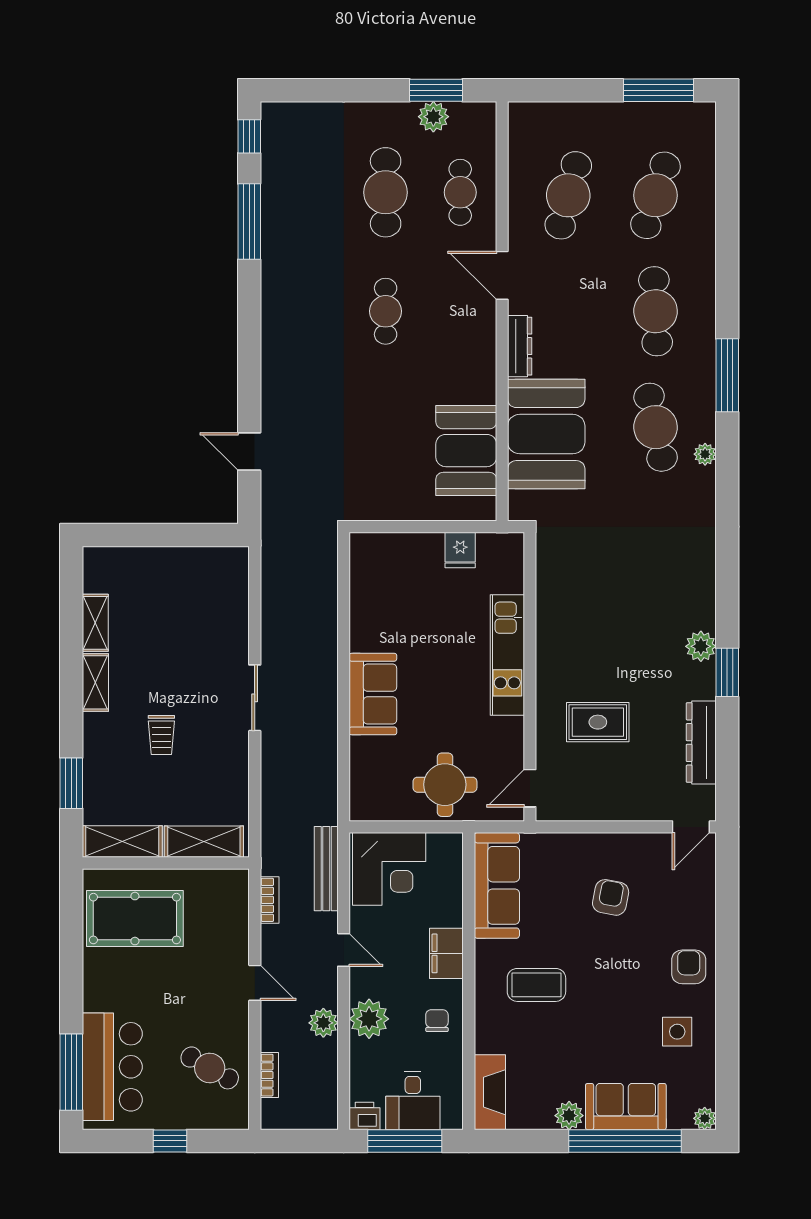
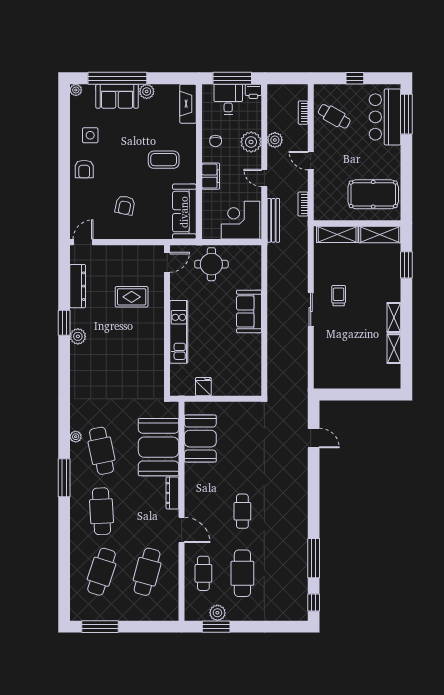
trolley: (161, 735) -> (339, 296), moved

